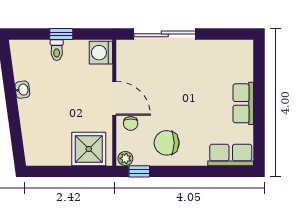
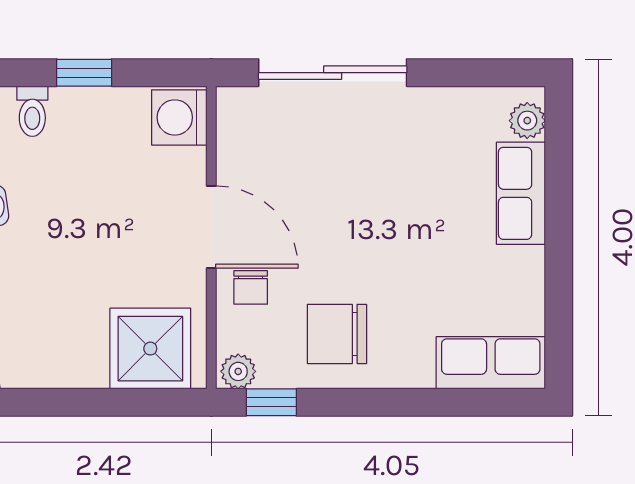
toilet: (57, 50) -> (32, 111), moved
plant: (246, 54) -> (527, 121), added
row of seats: (243, 103) -> (521, 193), moved

